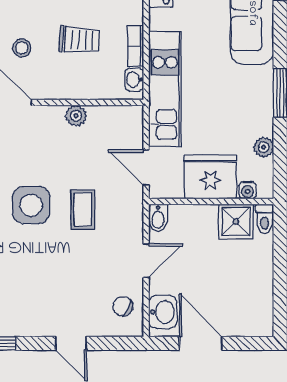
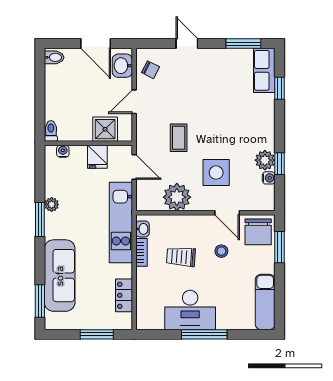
plant: (76, 116) -> (177, 197), width x1.87, depth x1.87
plant: (264, 147) -> (52, 204), moved
fridge: (210, 177) -> (97, 157), width x0.53, depth x0.75
side table: (31, 205) -> (216, 173), moved
bidet: (158, 218) -> (54, 57), moved, turned 90
shower: (236, 221) -> (105, 129), moved

